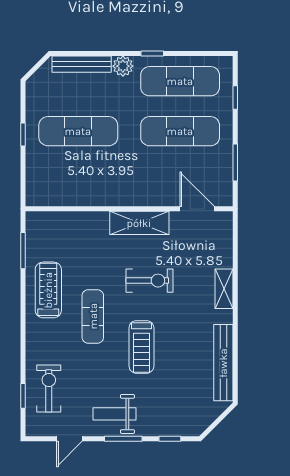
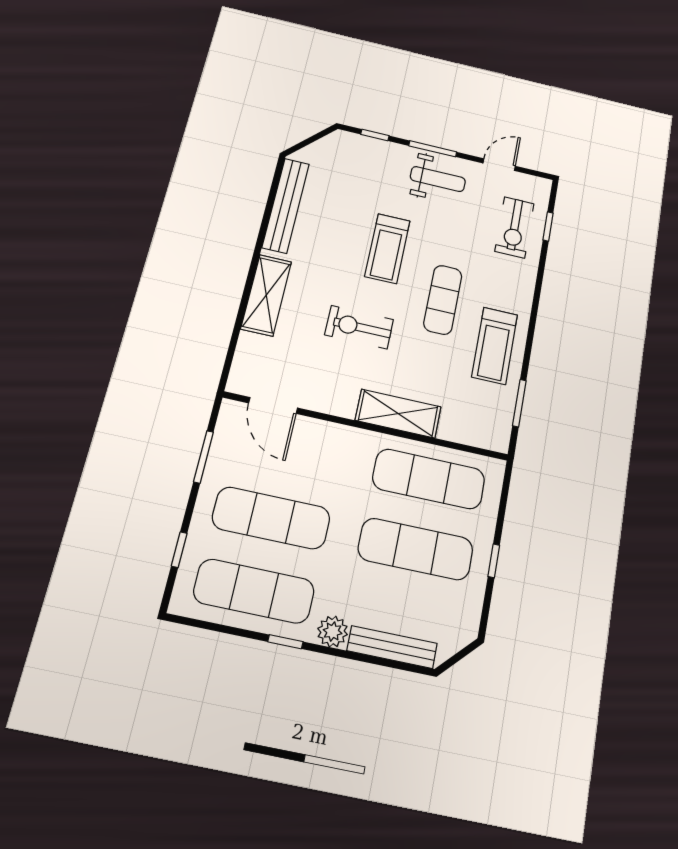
exercise mat: (78, 181) -> (429, 479), added
shelving: (139, 223) -> (398, 414), moved
shelving: (224, 289) -> (266, 295), width x1.50, depth x1.33
treadmill: (141, 347) -> (387, 248), turned 180

